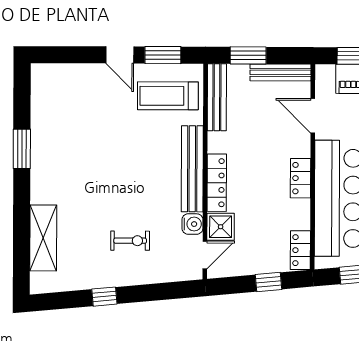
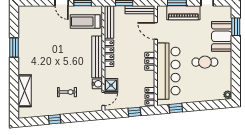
locker: (217, 183) -> (109, 53), moved

